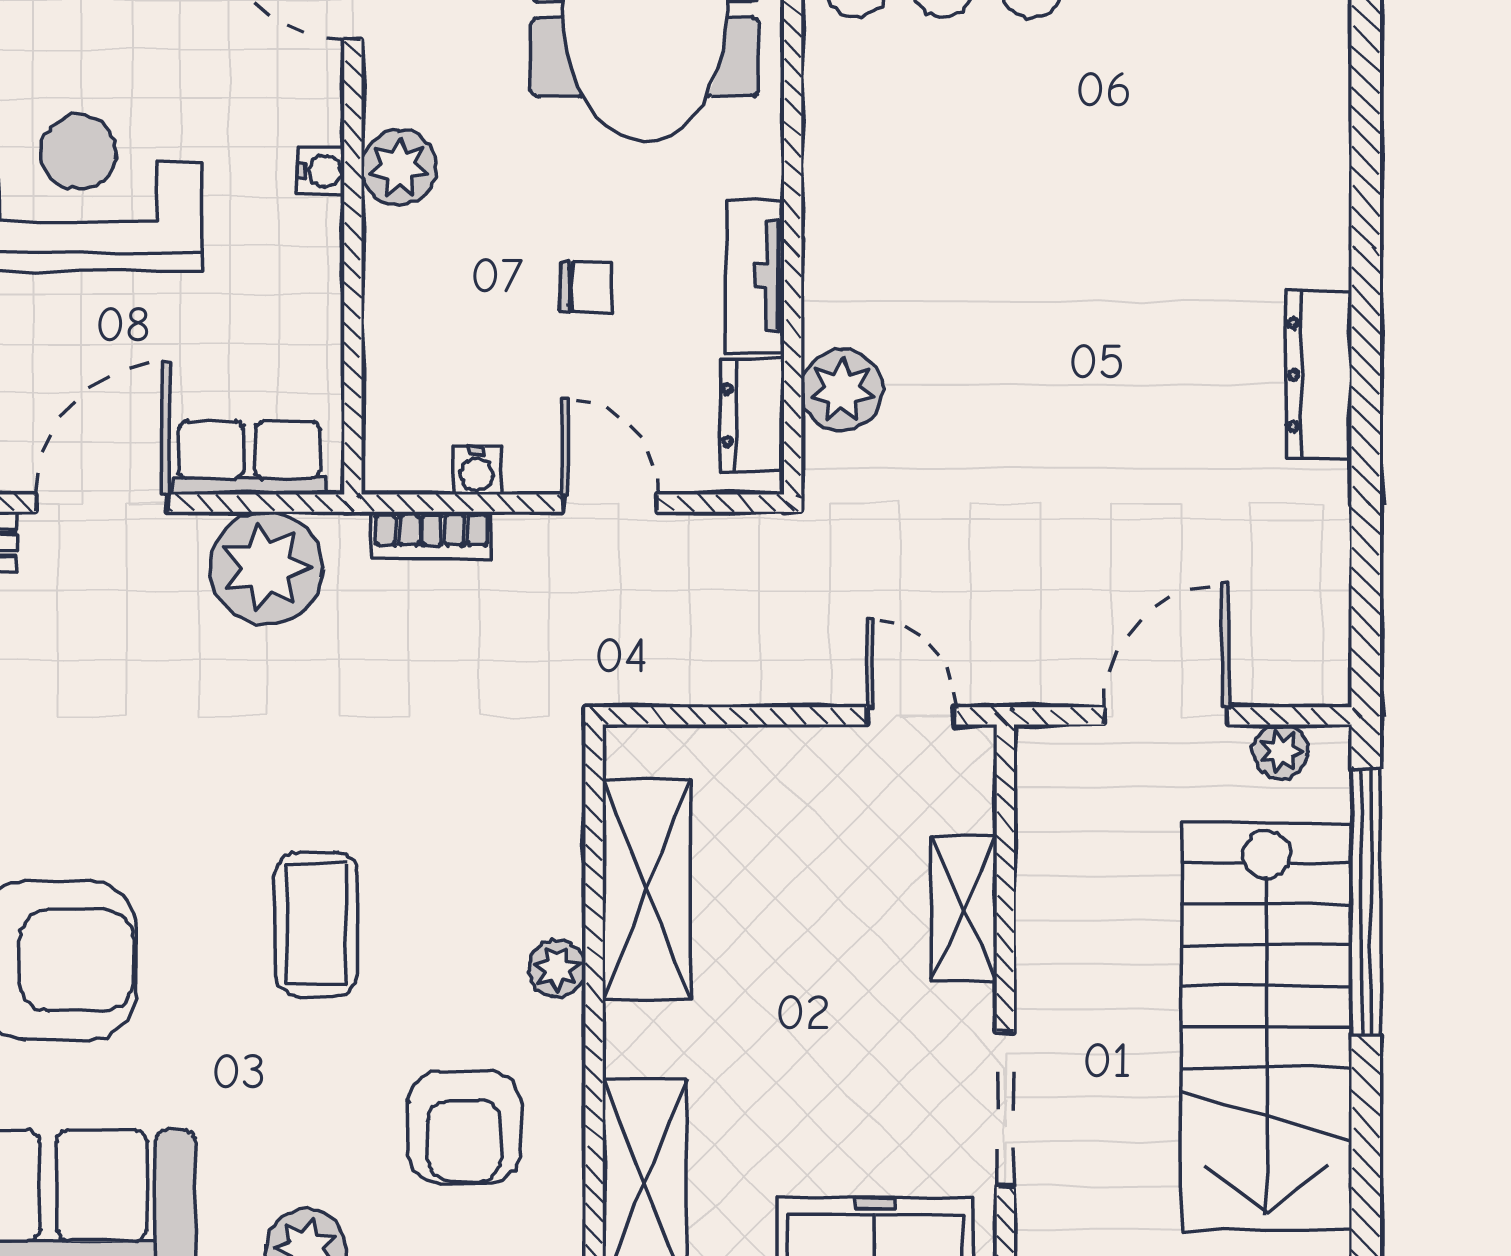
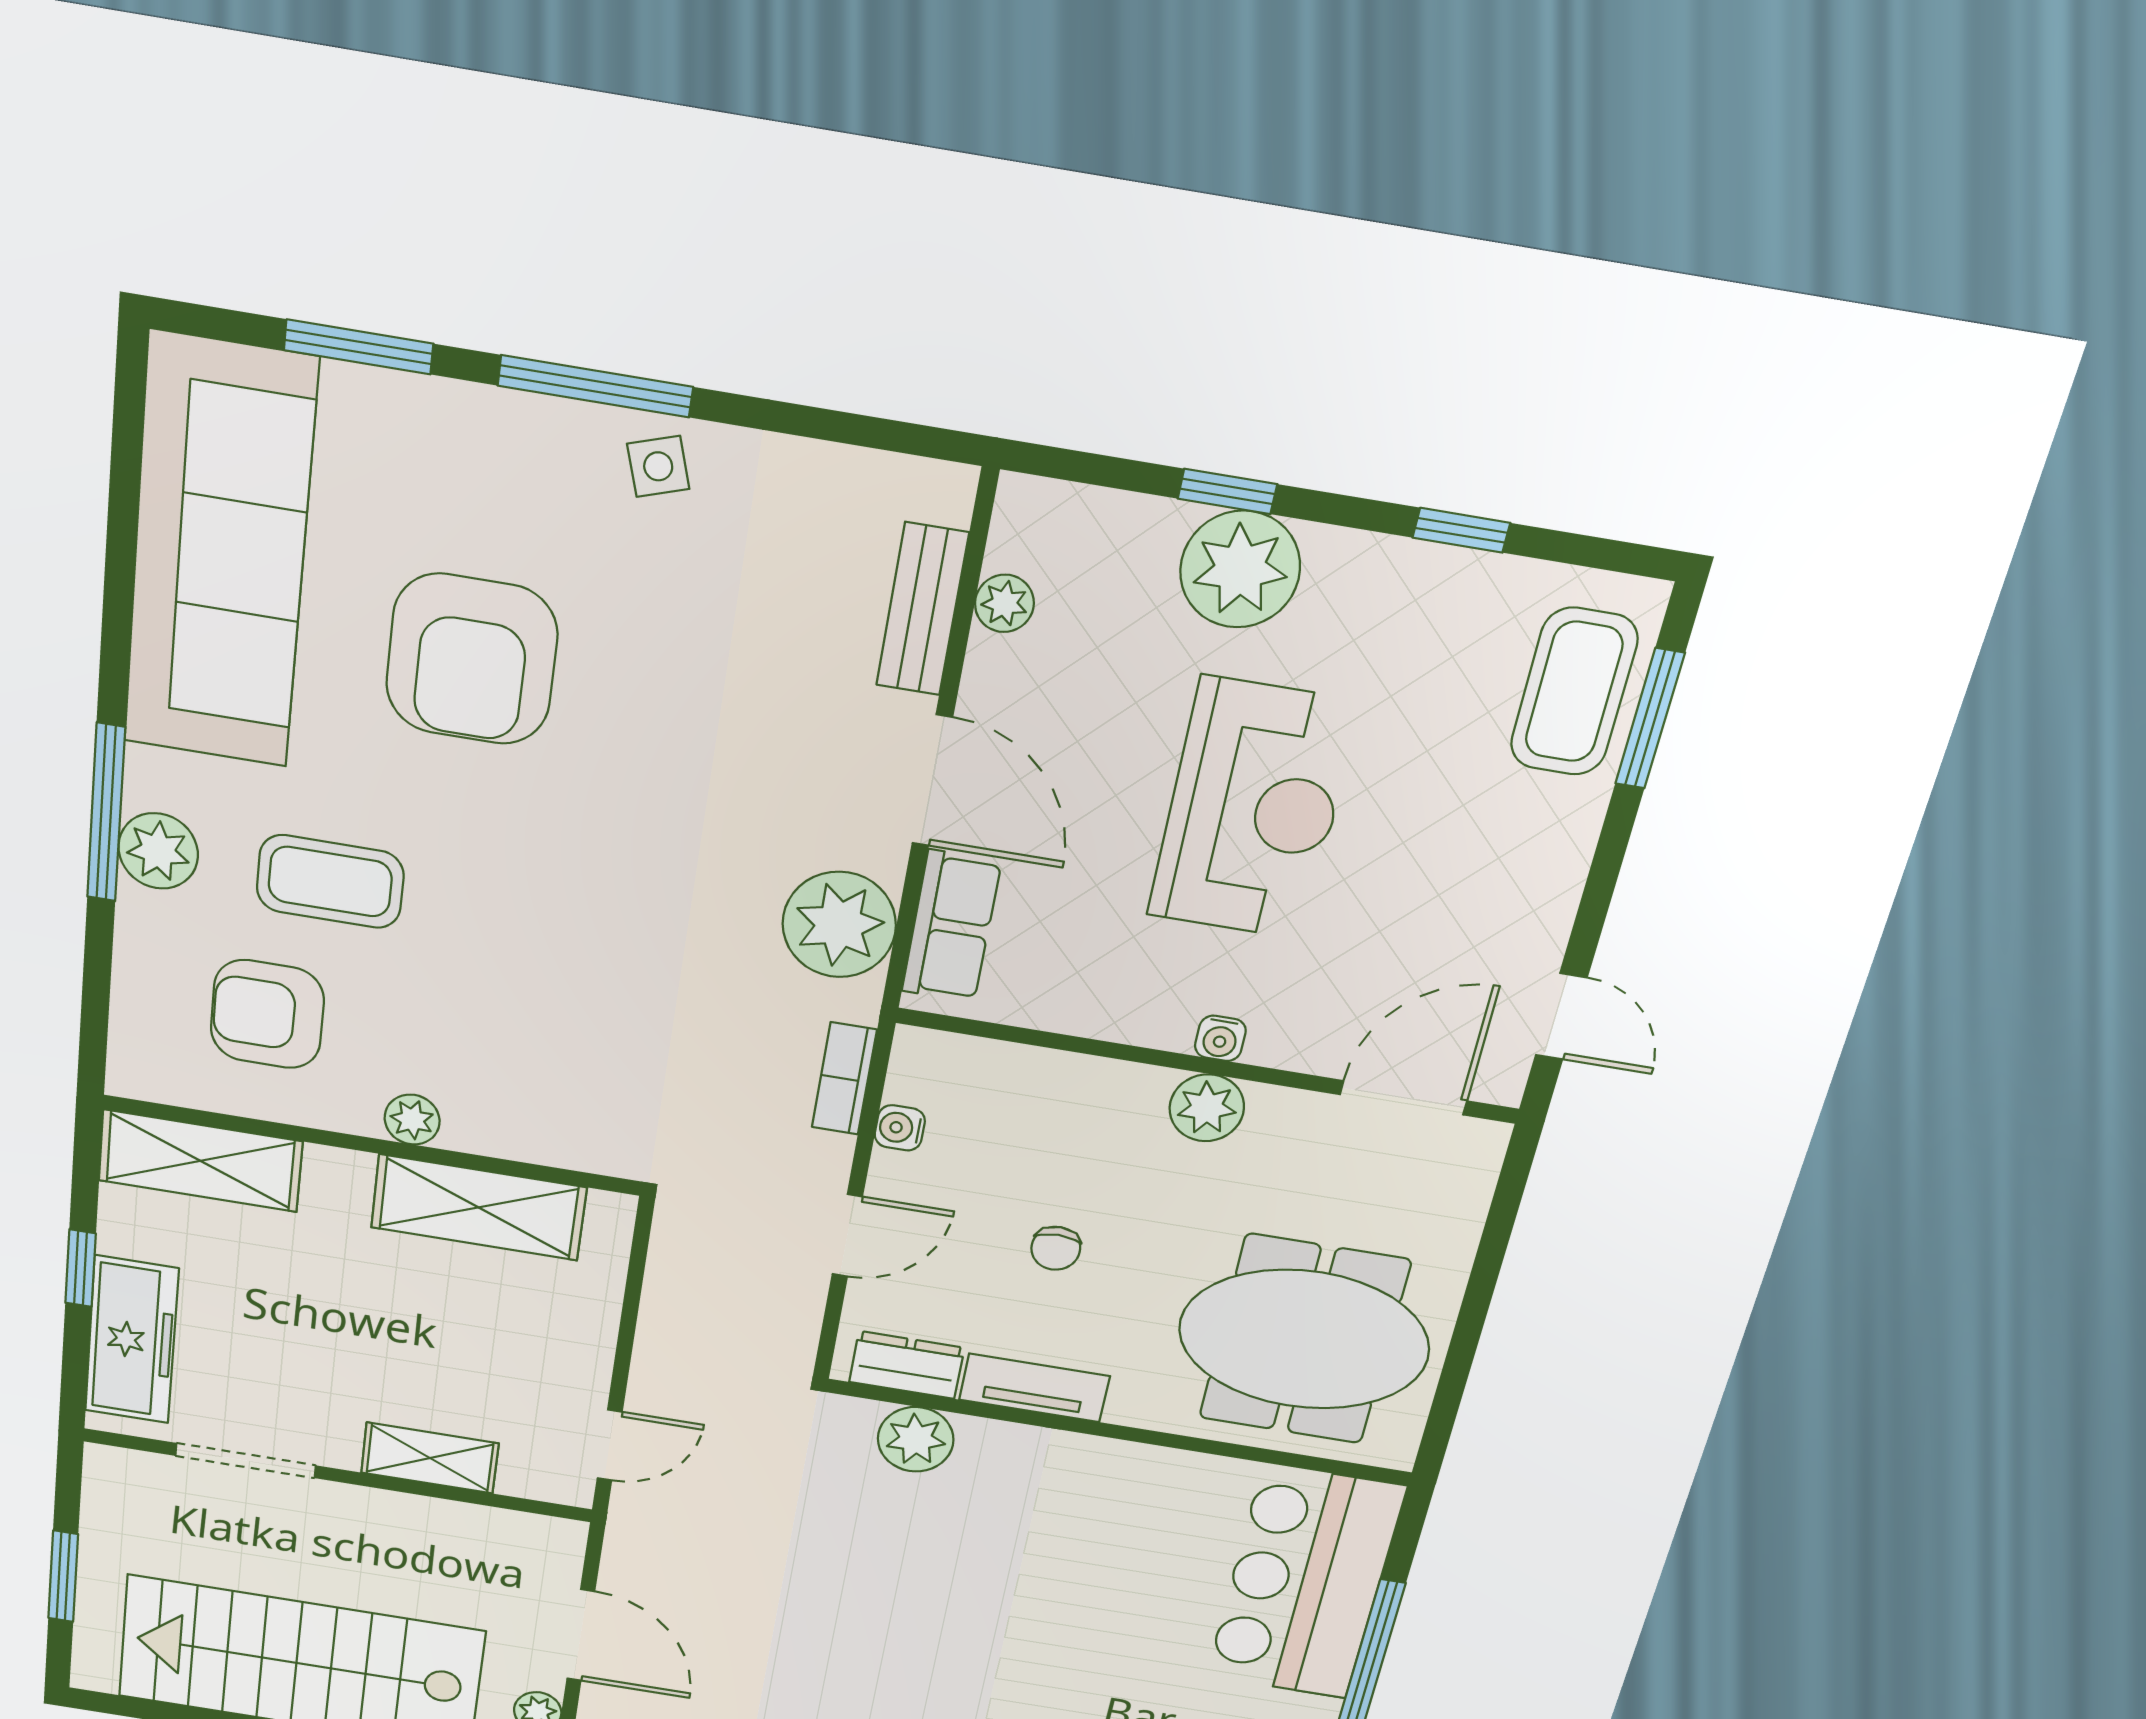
coffee table: (317, 924) -> (330, 881), moved

